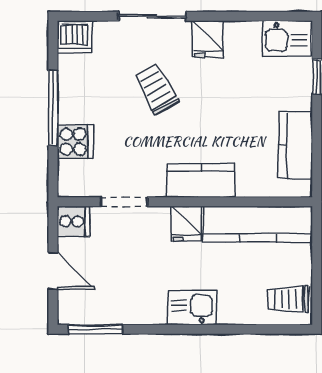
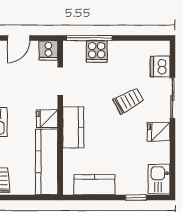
dishwasher: (74, 37) -> (160, 66), moved
window: (53, 108) -> (89, 38), moved

